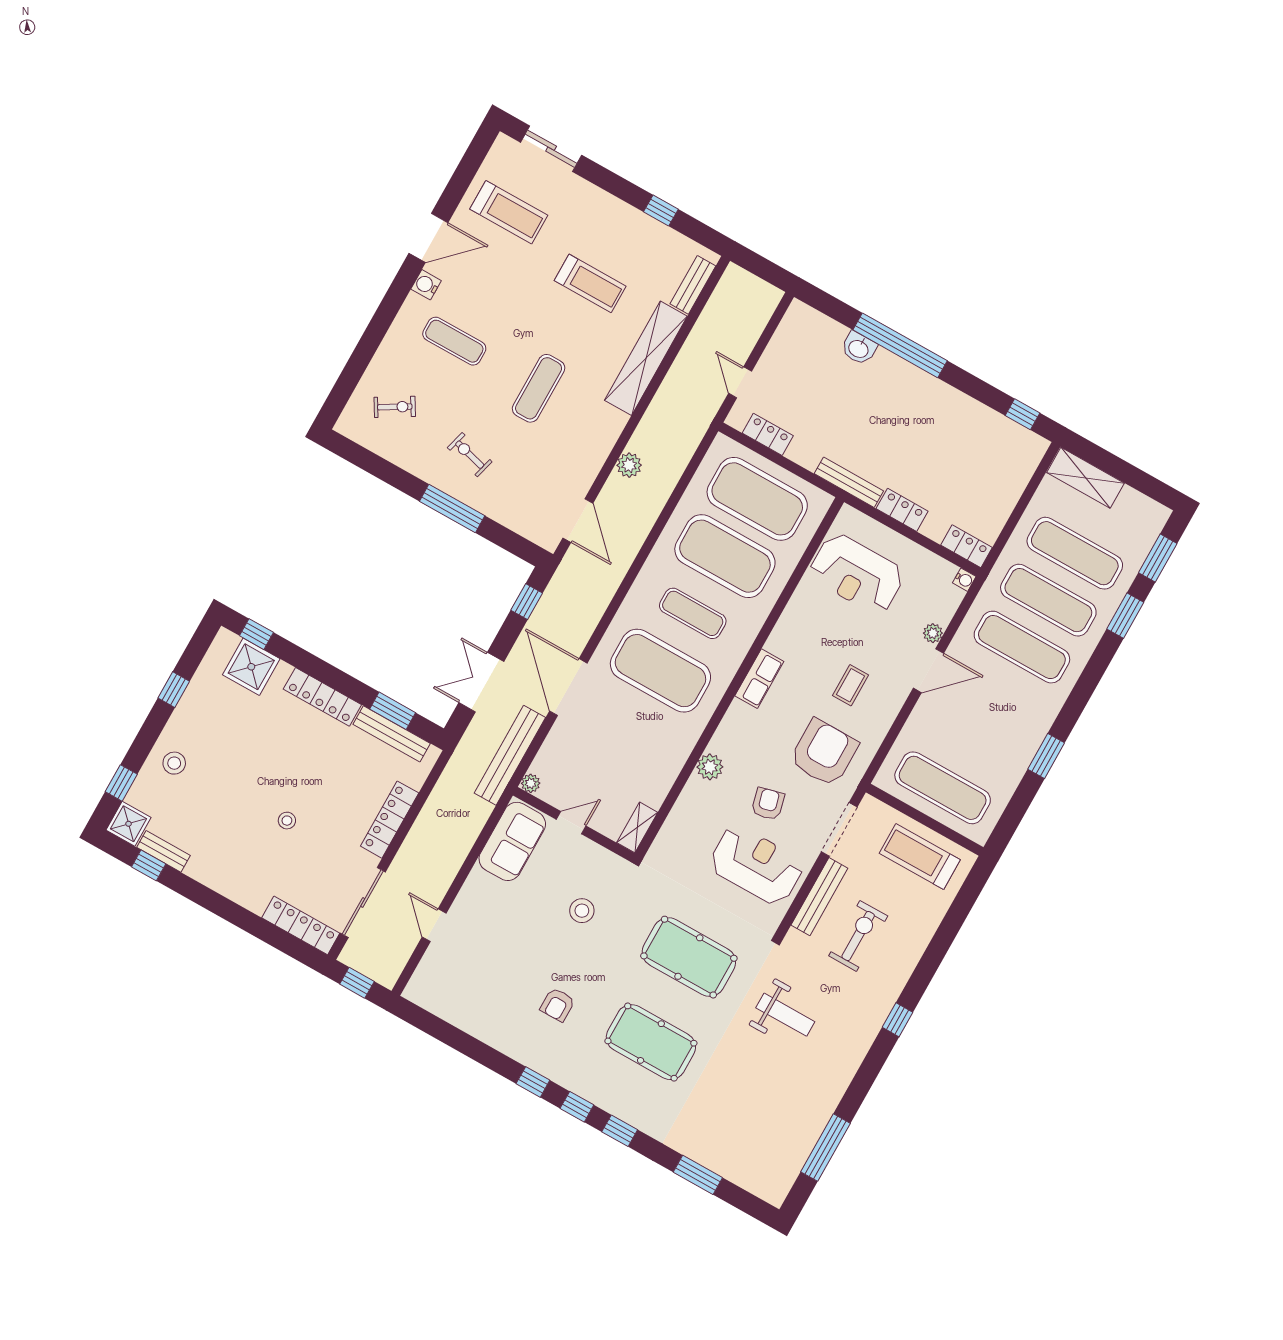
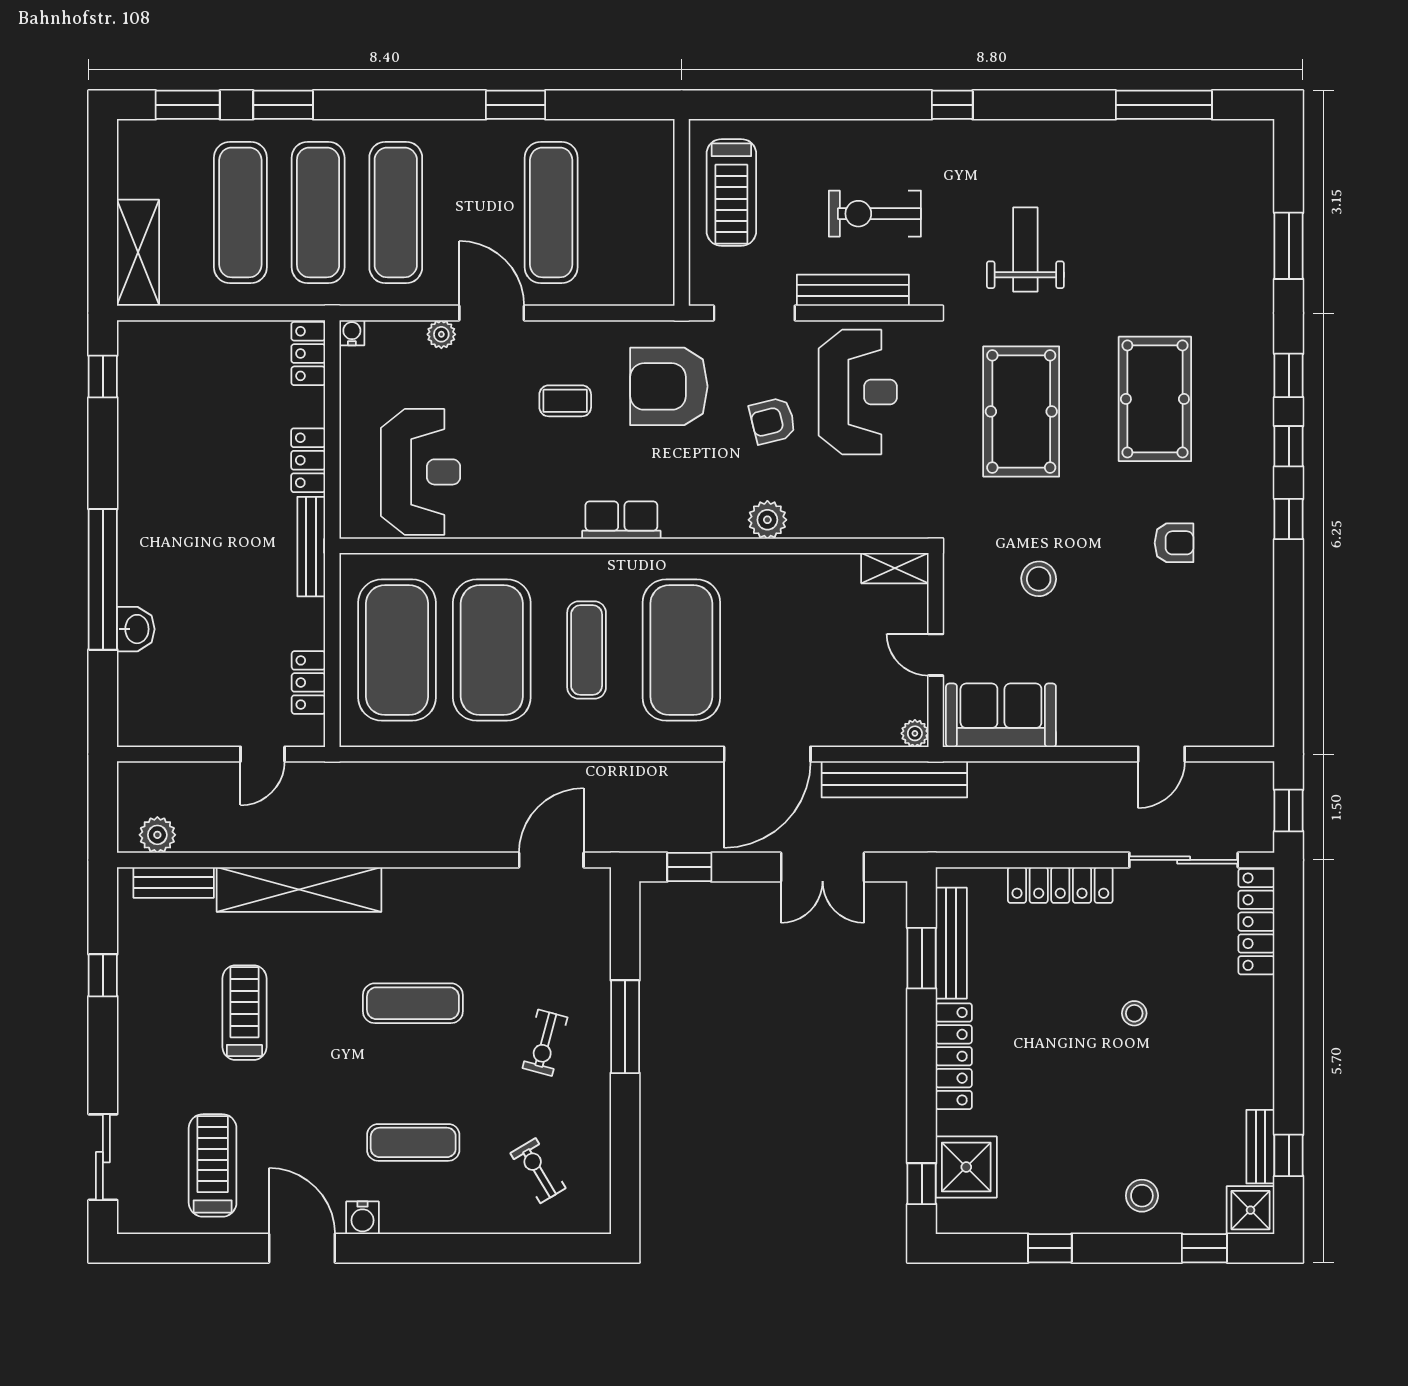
exercise mat: (454, 341) -> (413, 1142), turned 90
plant: (629, 465) -> (157, 835), moved
exercise mat: (943, 788) -> (551, 212), moved
reception desk: (756, 865) -> (858, 392), turned 180

